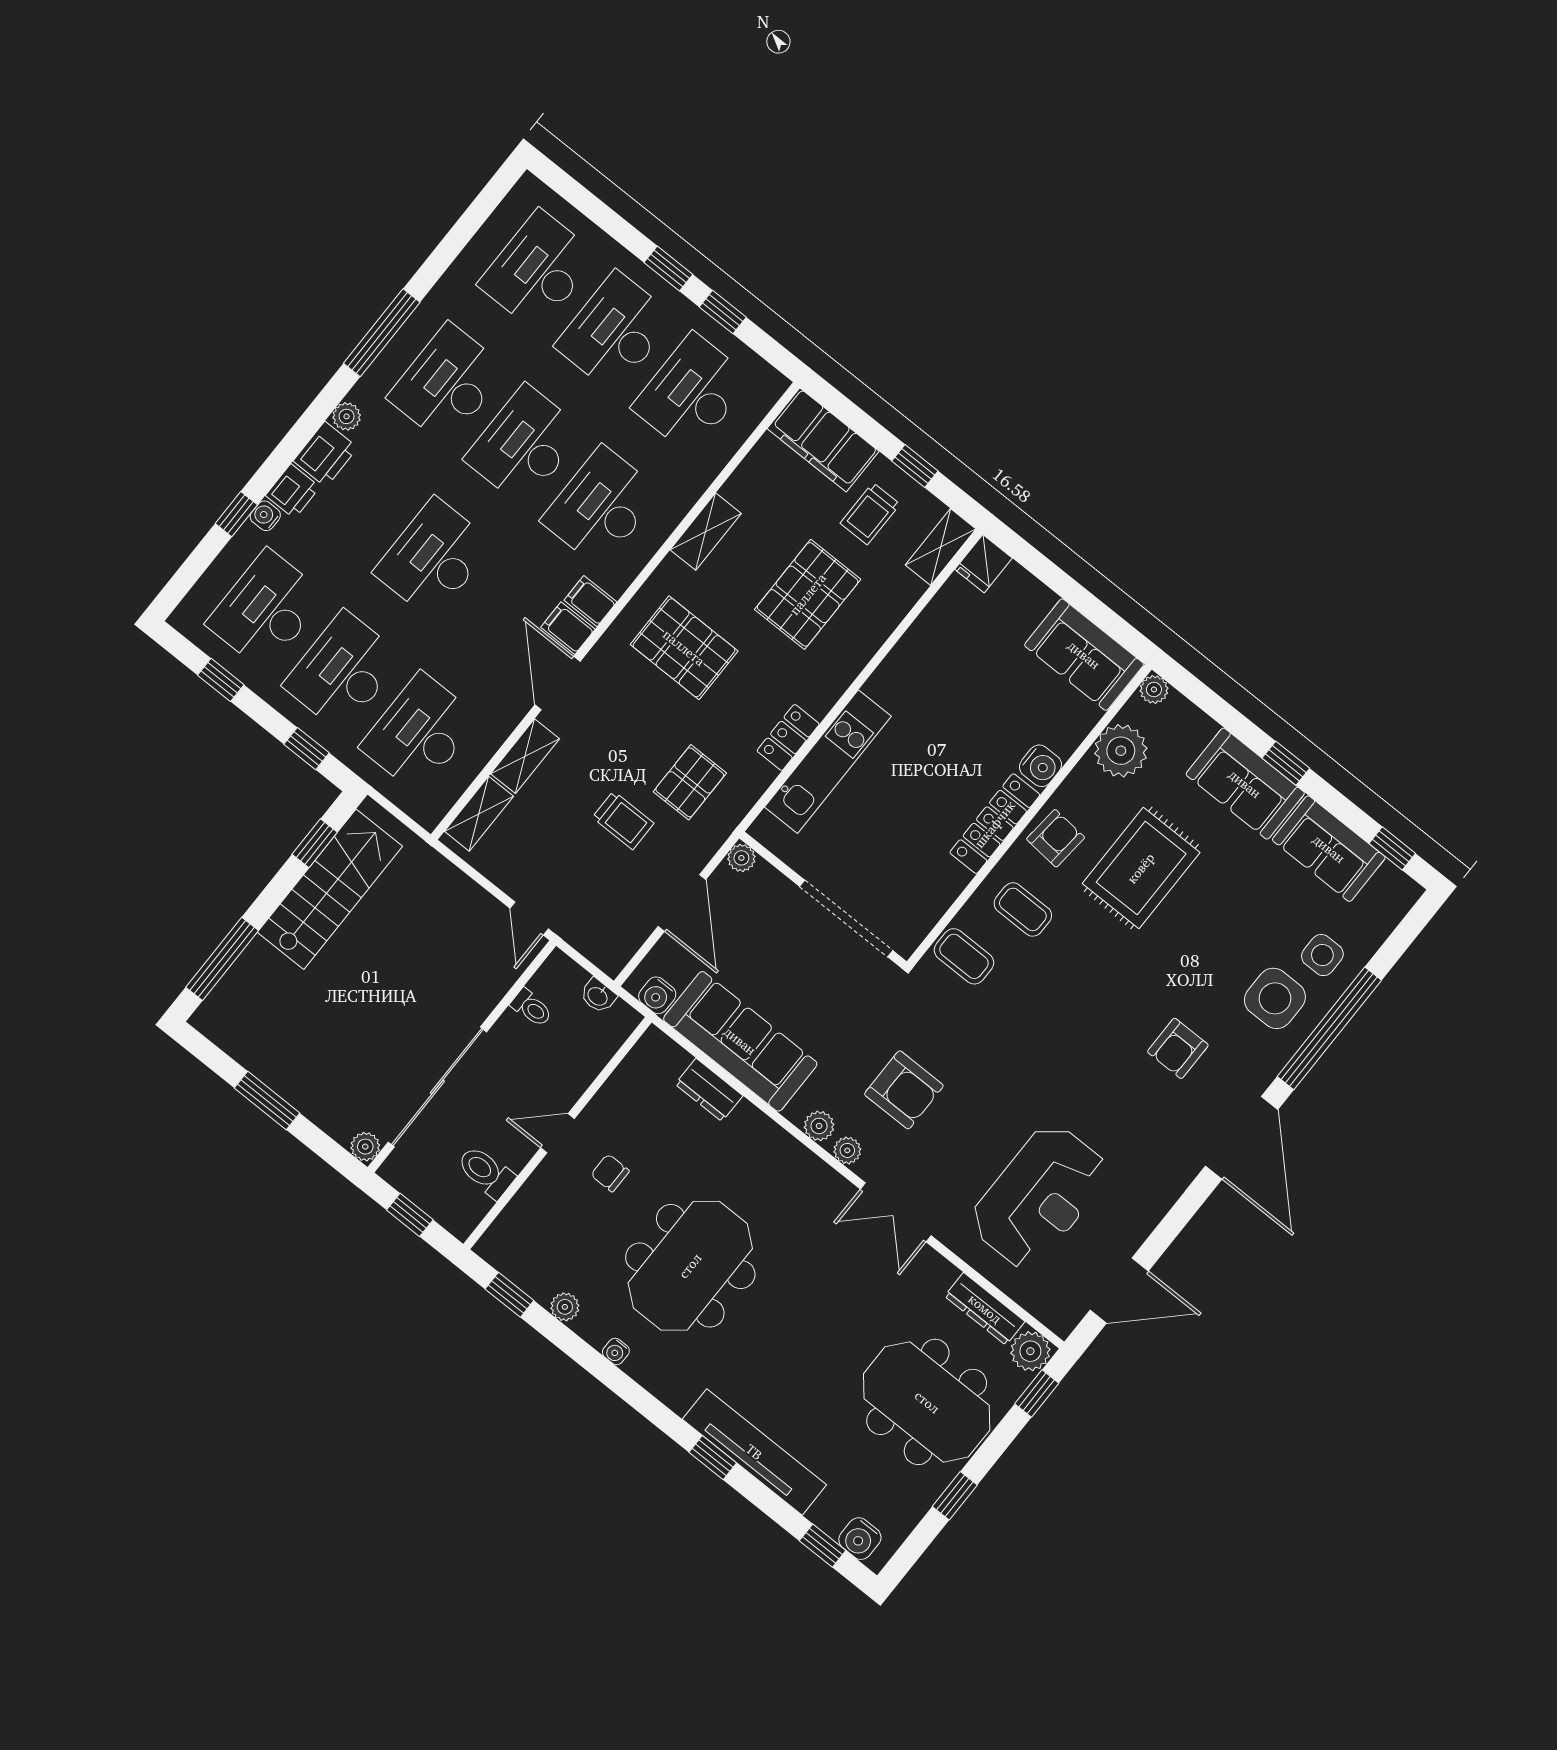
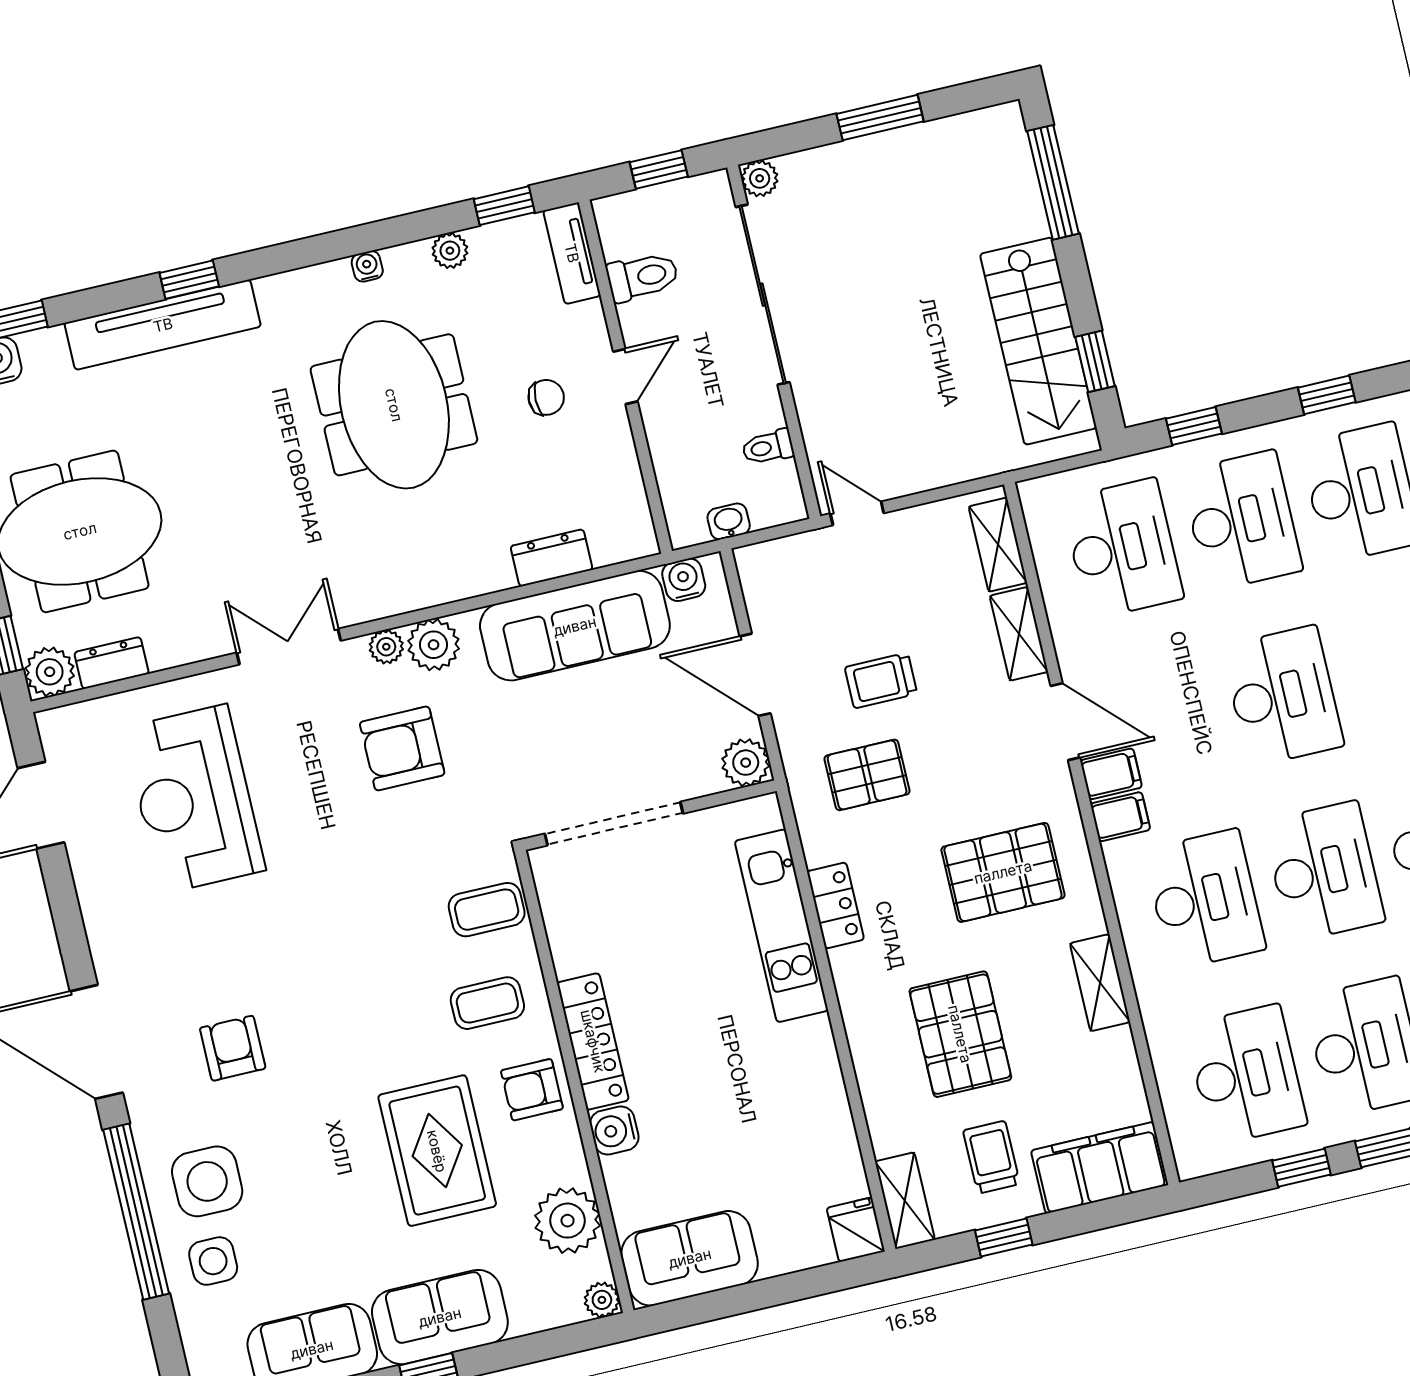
pallet: (690, 782) -> (867, 775), turned 90
armchair: (1056, 838) -> (532, 1090), turned 85
plant: (741, 858) -> (746, 763), width x1.38, depth x1.38
plant: (819, 1126) -> (434, 645), width x1.38, depth x1.38
tv unit: (506, 1228) -> (572, 253), added
dresser: (985, 1309) -> (112, 663), width x0.70

